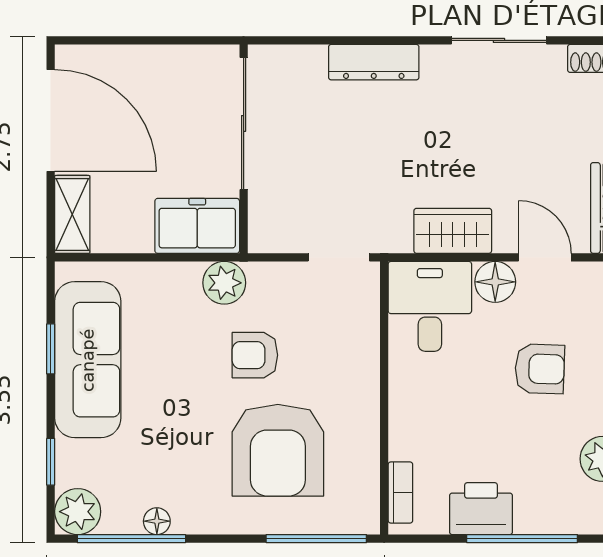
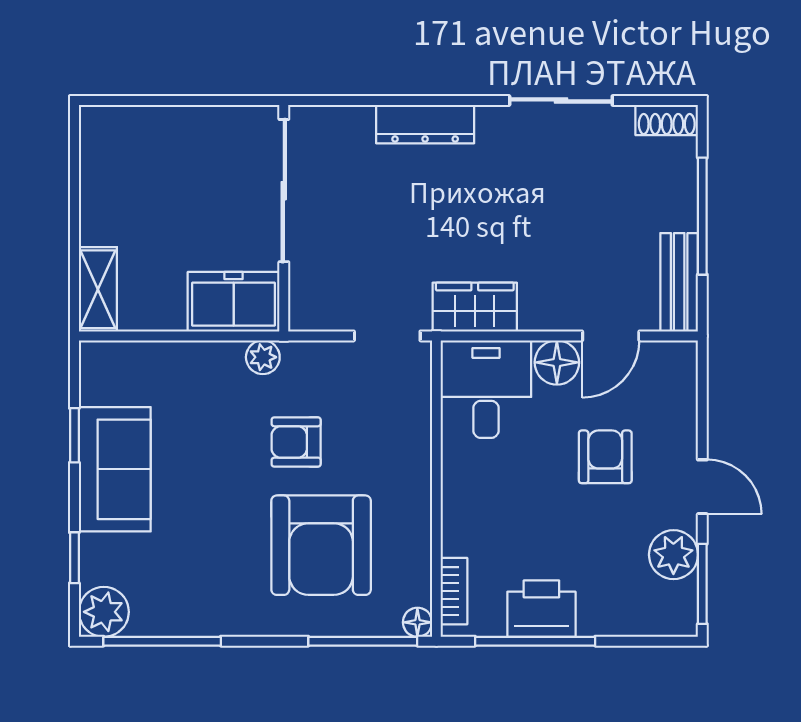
door: (51, 120) -> (74, 187), removed
wardrobe: (453, 231) -> (475, 307), moved
door: (545, 257) -> (611, 336), swing flipped
plant: (224, 283) -> (263, 357), width x0.73, depth x0.73
sofa: (88, 360) -> (115, 469), width x0.73
armchair: (540, 369) -> (605, 457), turned -92
floor lamp: (157, 521) -> (417, 622), moved
window: (522, 539) -> (535, 641), moved

